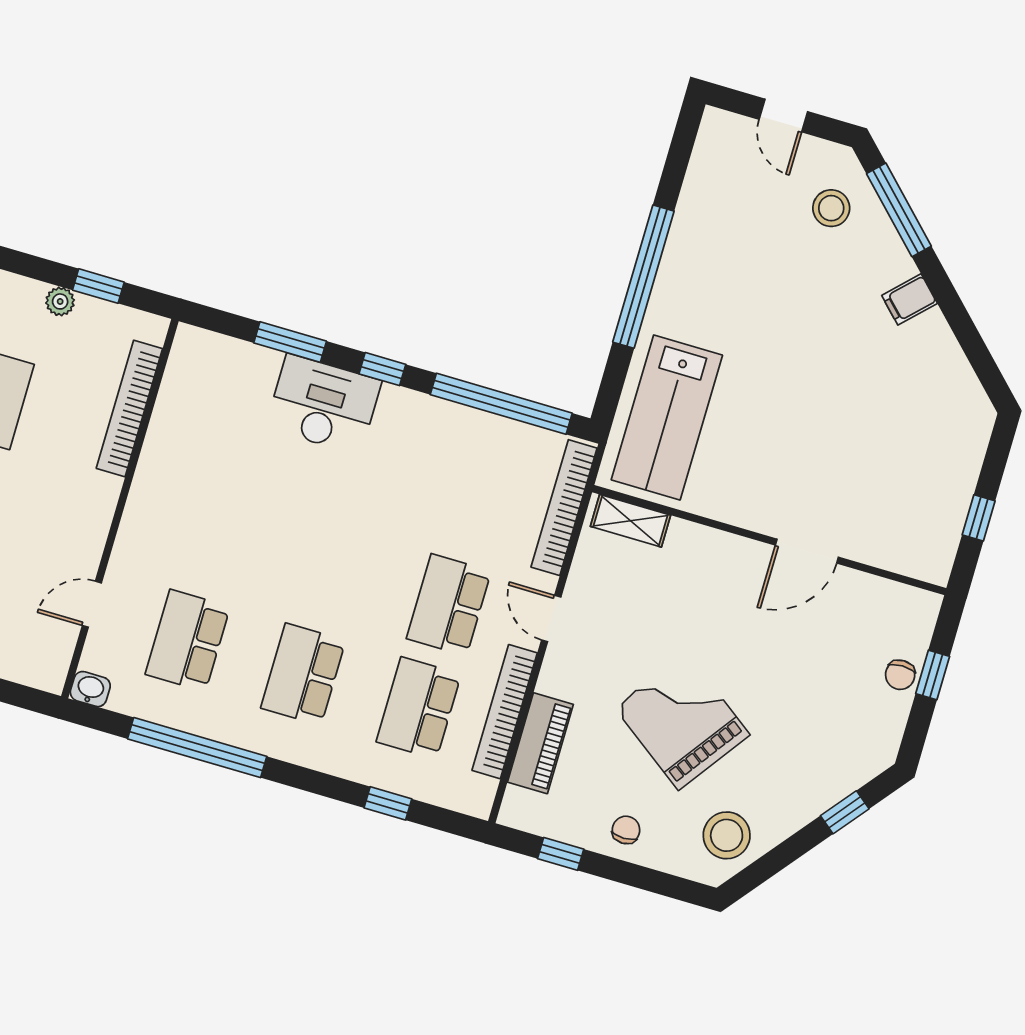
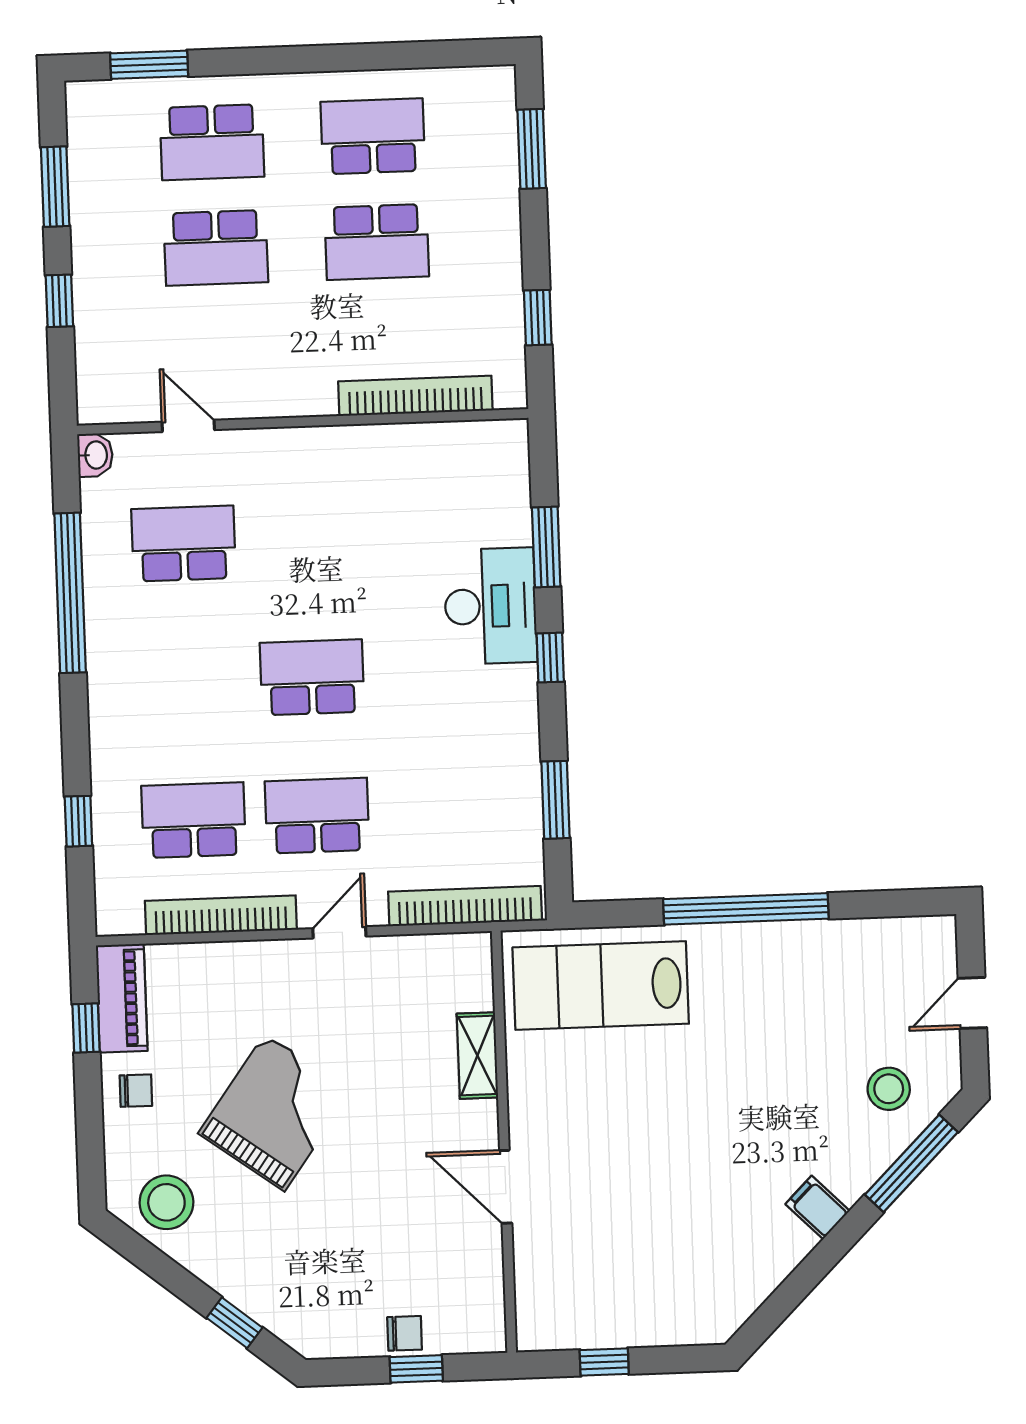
plant: (60, 301) -> (507, 281), removed
window: (501, 404) -> (555, 800), width x0.47
shelving: (630, 521) -> (477, 1056), moved
school desk: (303, 674) -> (312, 677), moved
chair: (900, 675) -> (405, 1333), turned 180
piano: (540, 743) -> (122, 998), moved, turned -90

